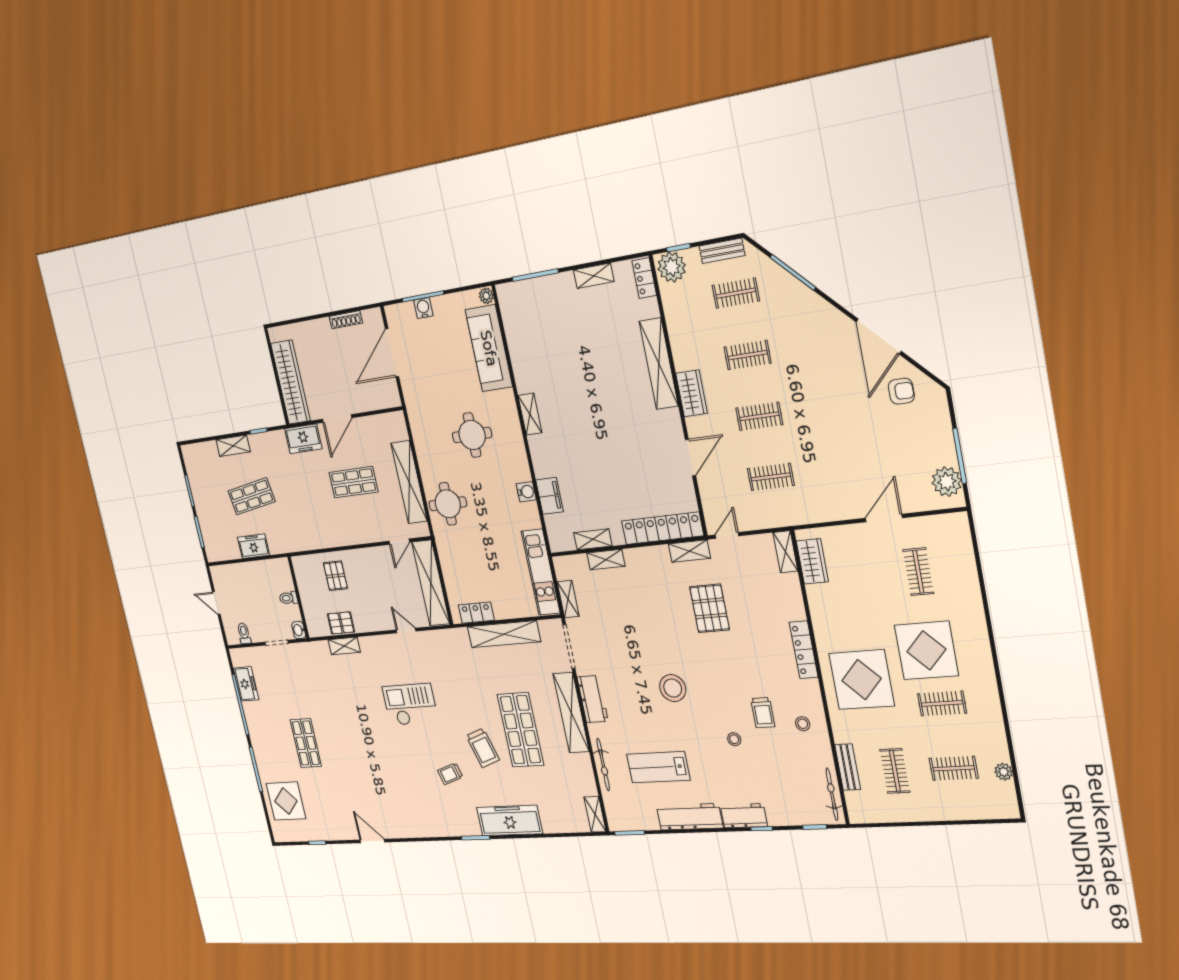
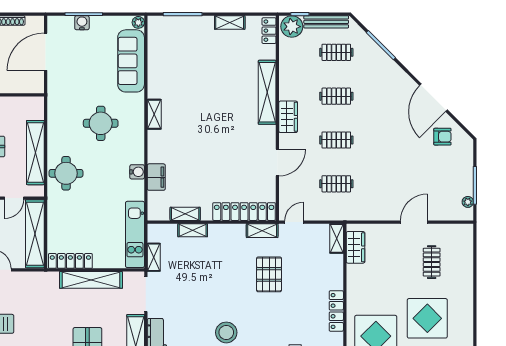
bench: (722, 251) -> (326, 22), width x1.36
plant: (947, 482) -> (468, 202), width x0.53, depth x0.53
locker: (476, 613) -> (70, 261), width x1.53

